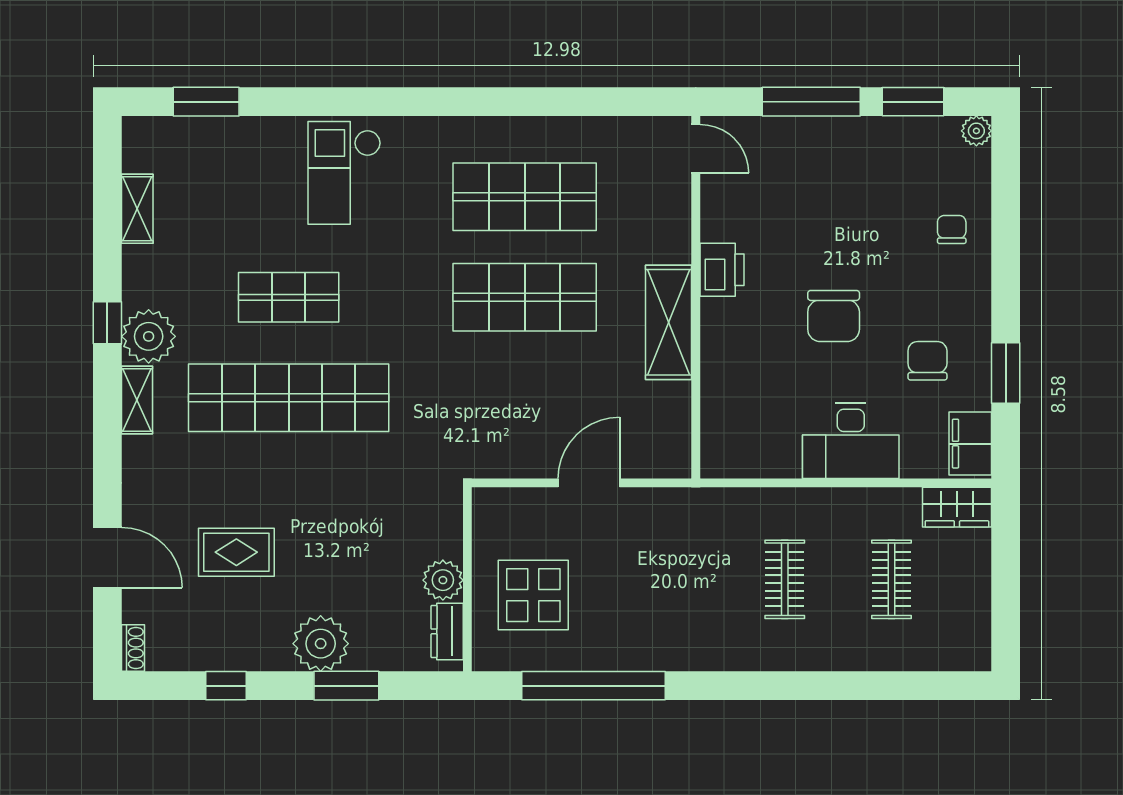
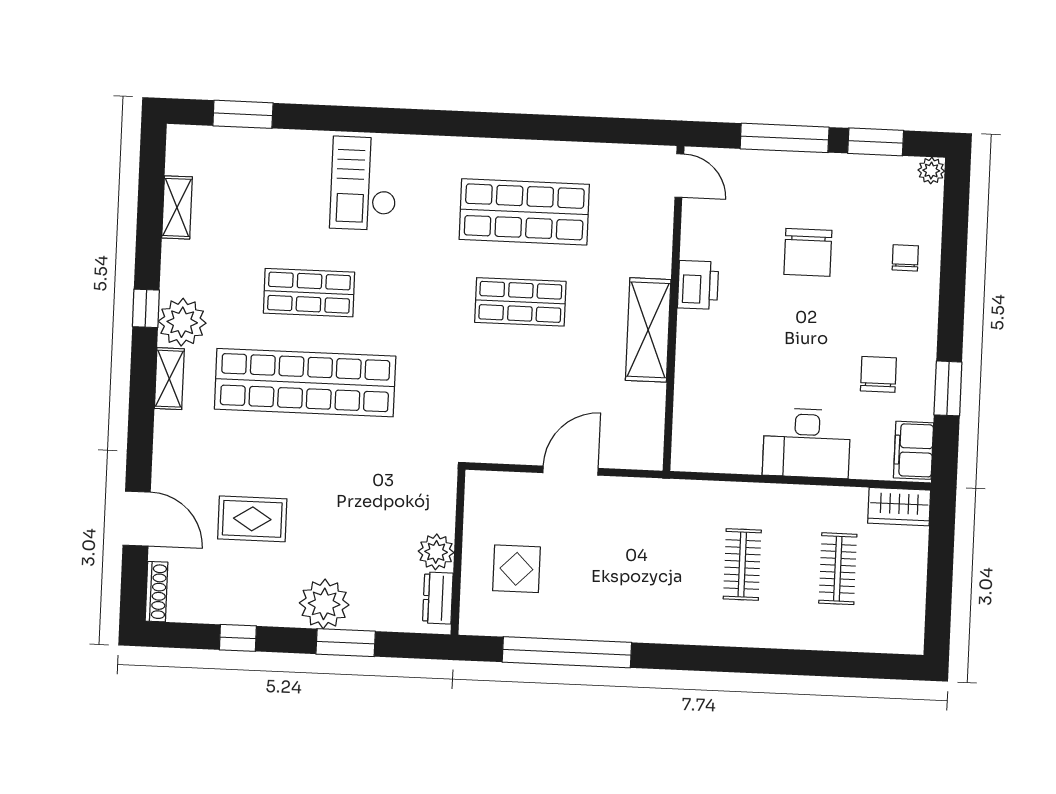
shop shelf: (525, 297) -> (520, 302), width x0.70, depth x0.74
chair: (834, 316) -> (808, 252), moved
display table: (533, 595) -> (516, 569), width x0.73, depth x0.73
shoe rack: (133, 648) -> (156, 592), width x1.43

